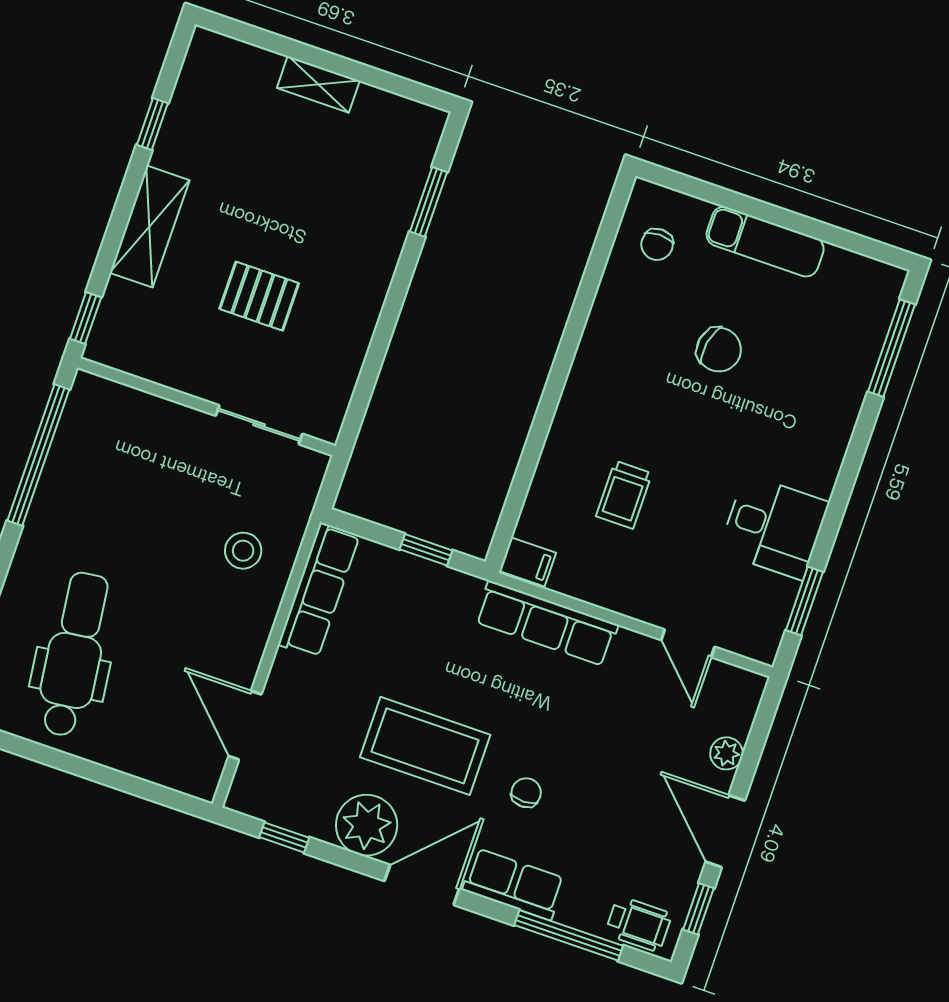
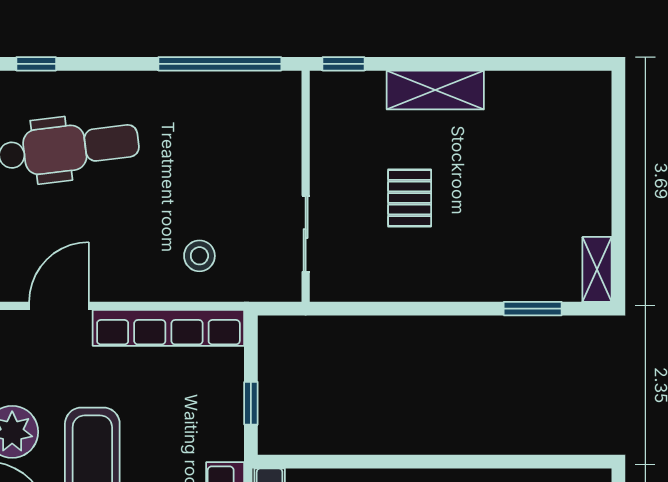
shelving: (318, 84) -> (597, 269), moved
window: (152, 124) -> (519, 64), removed
row of seats: (319, 590) -> (168, 328), width x1.36

